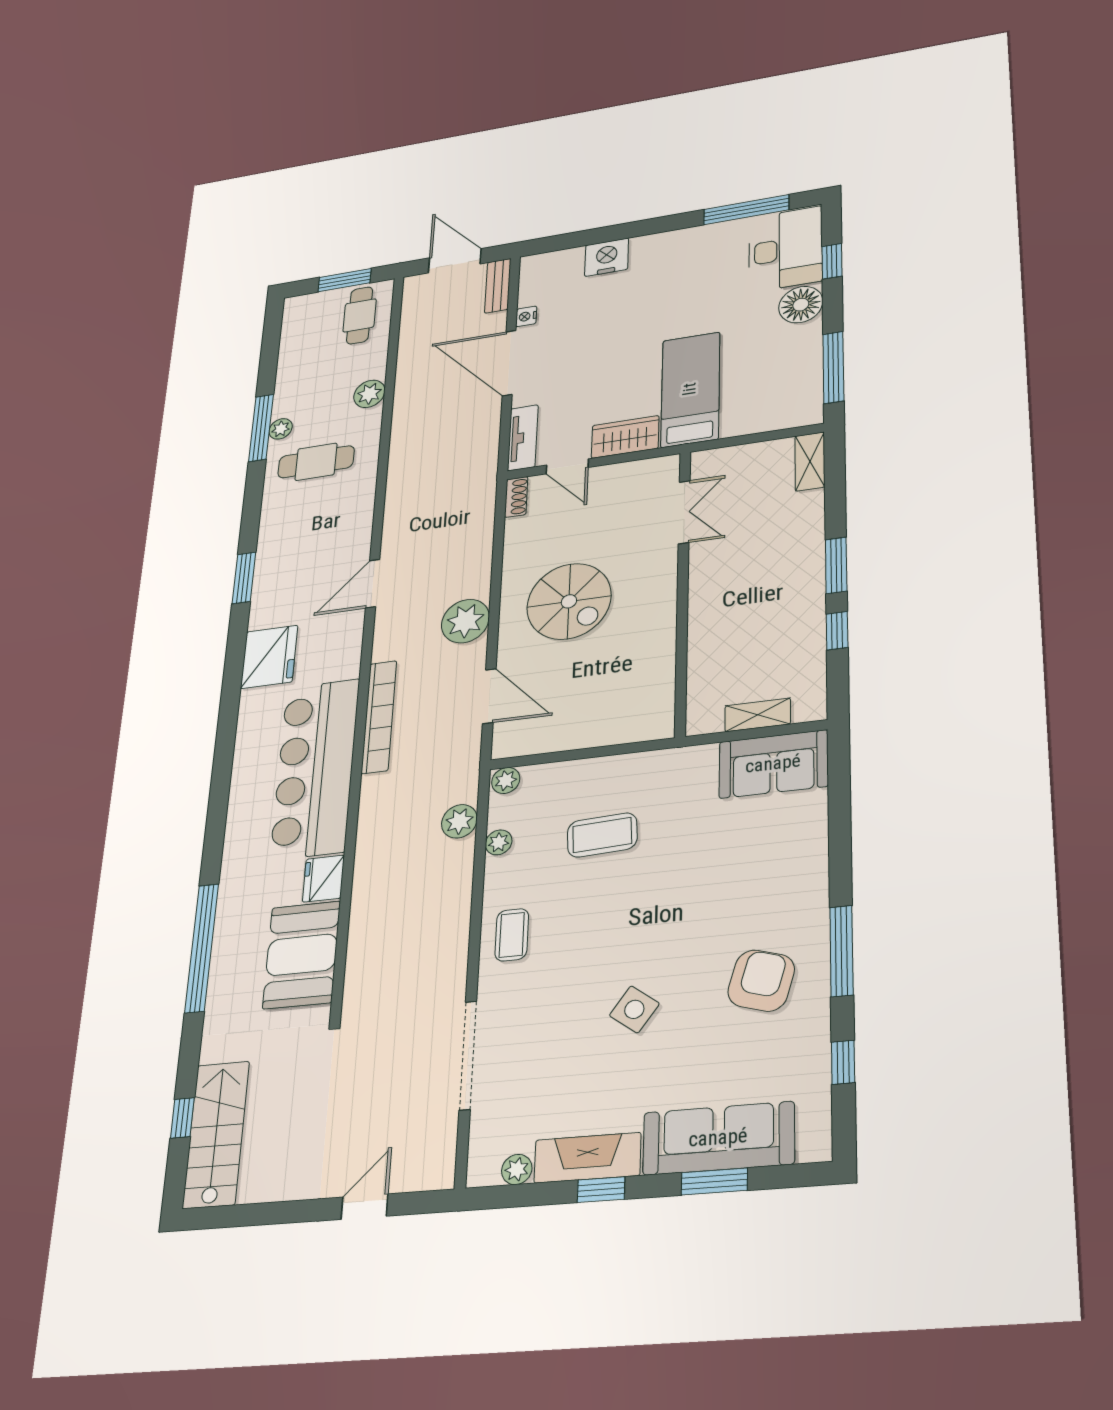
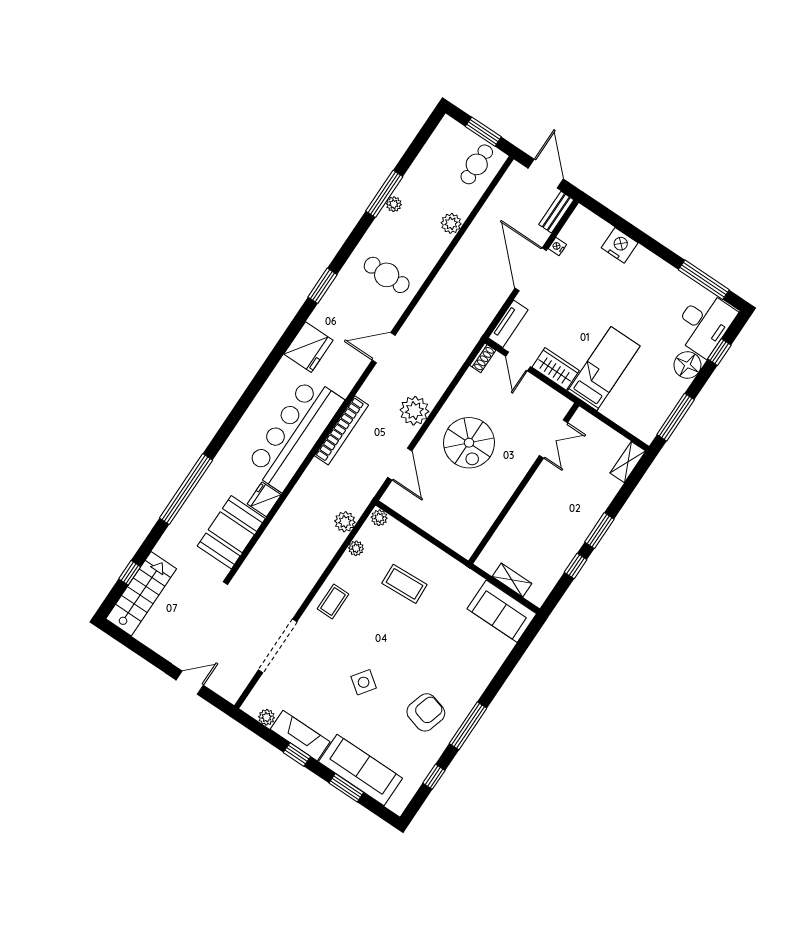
cafe table: (316, 462) -> (387, 275), moved

